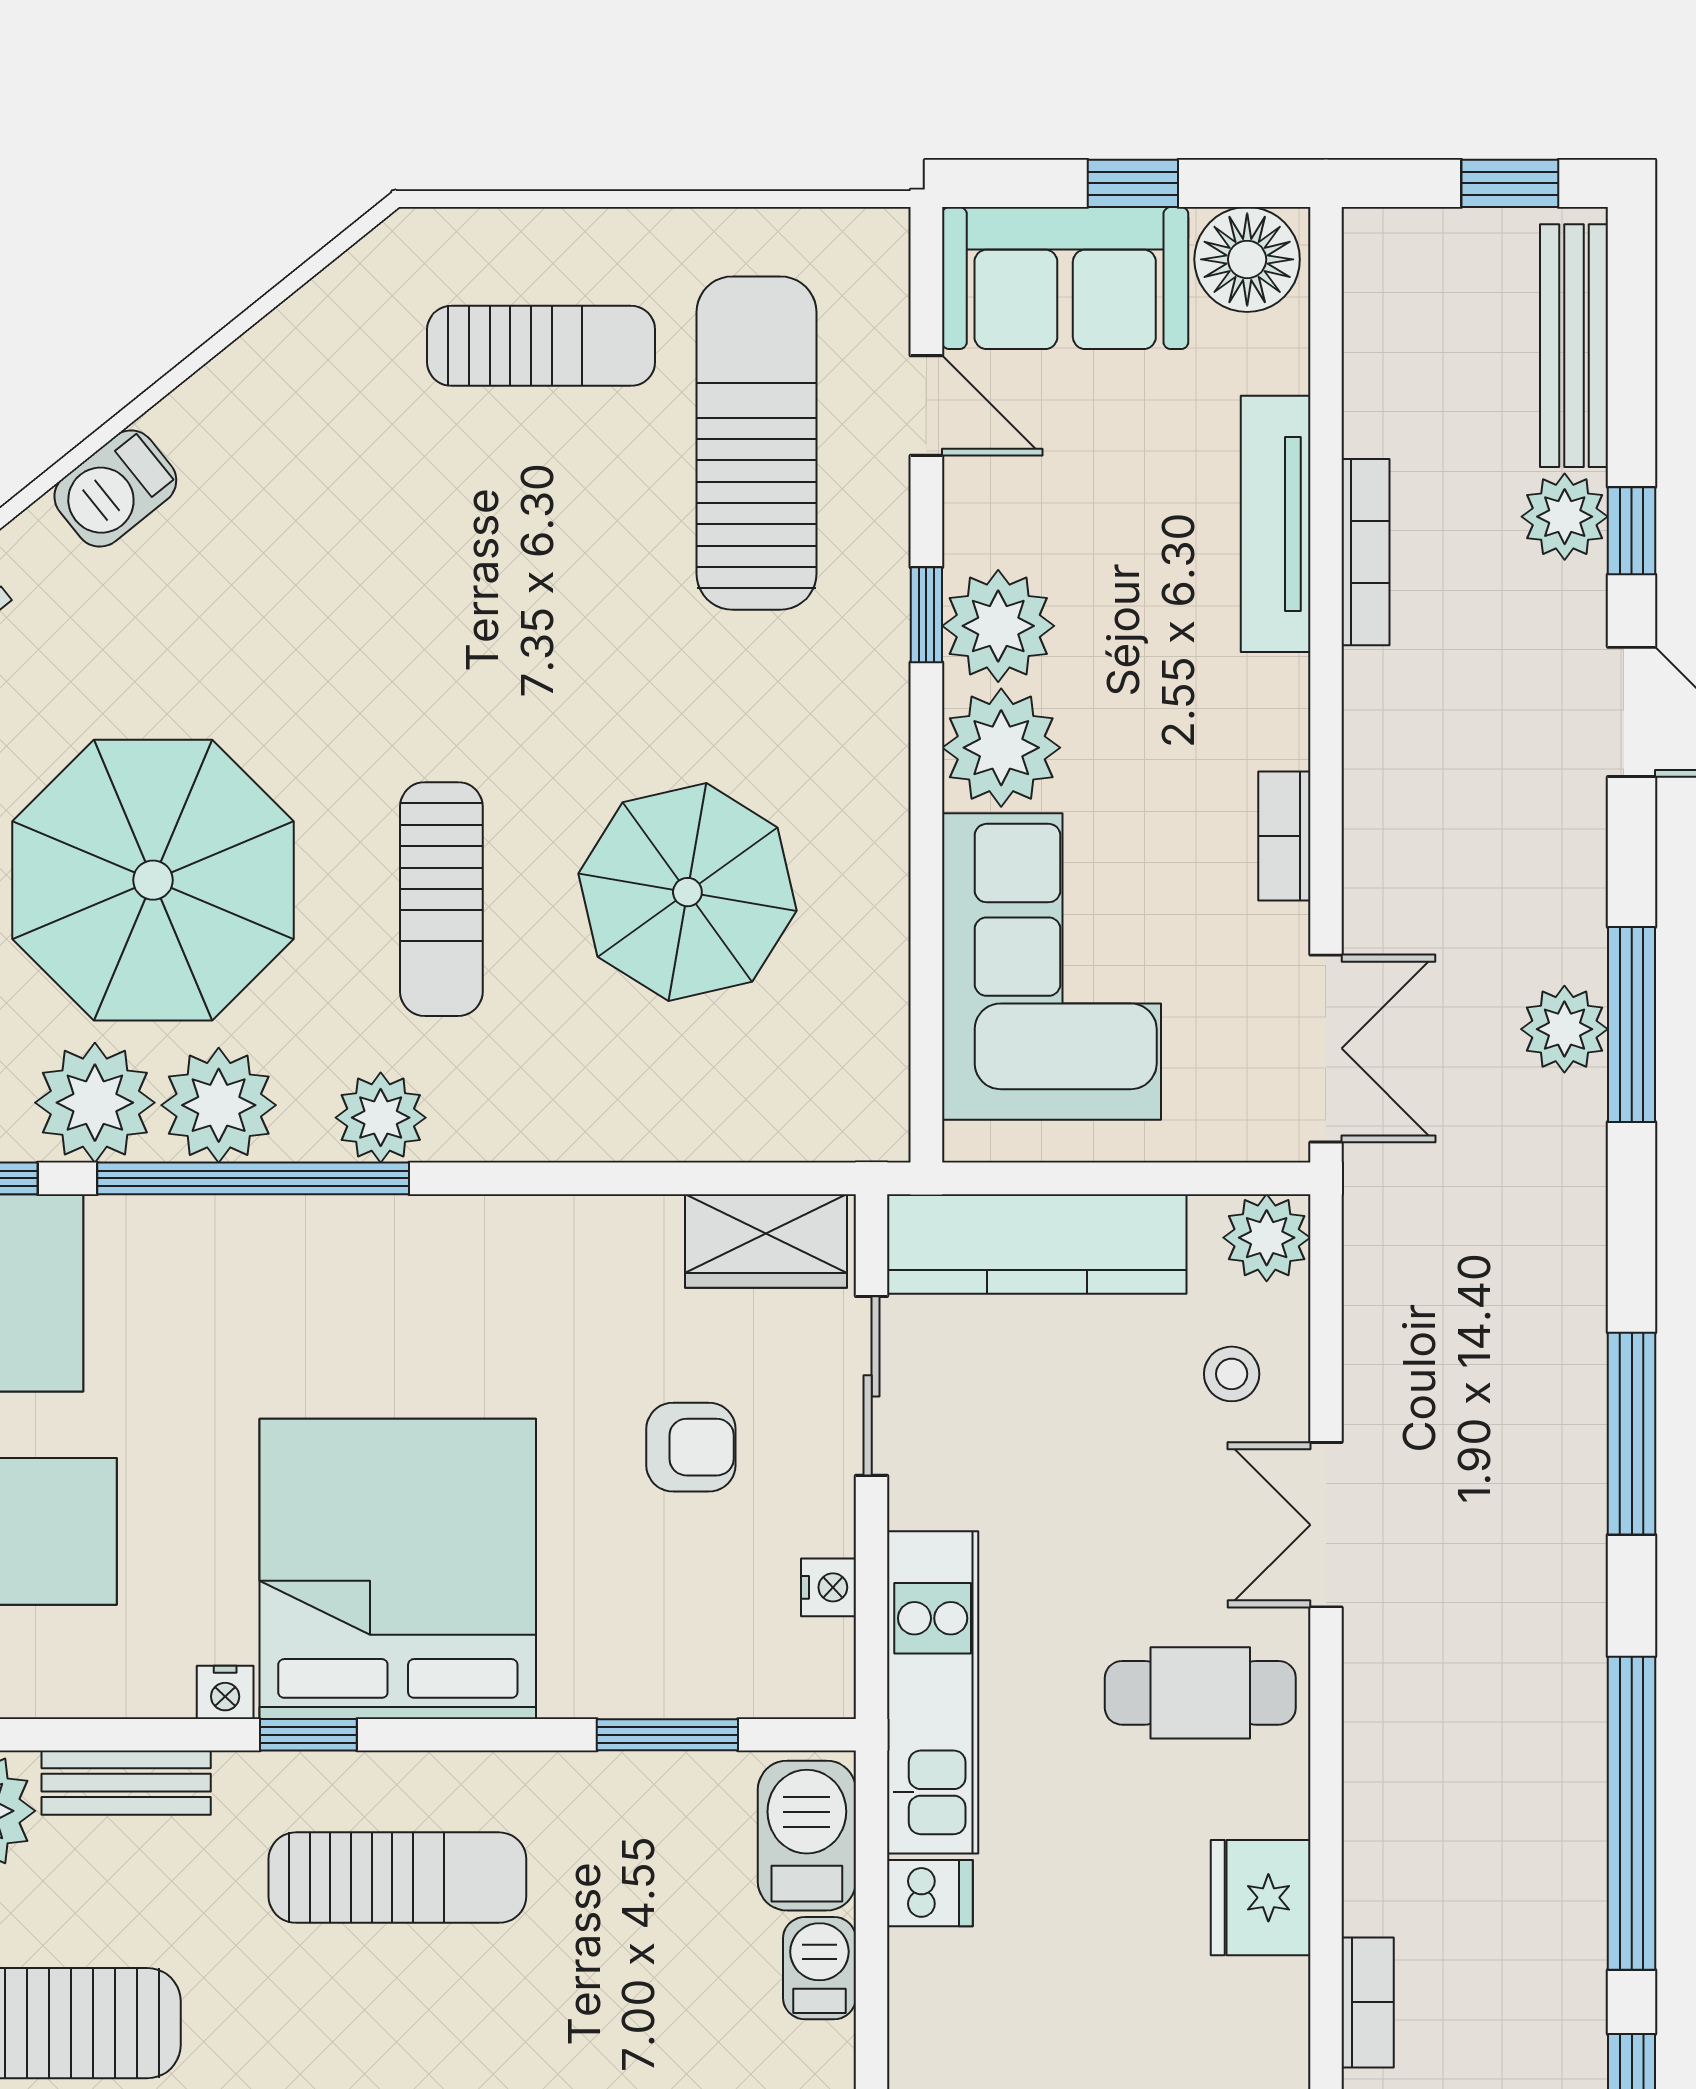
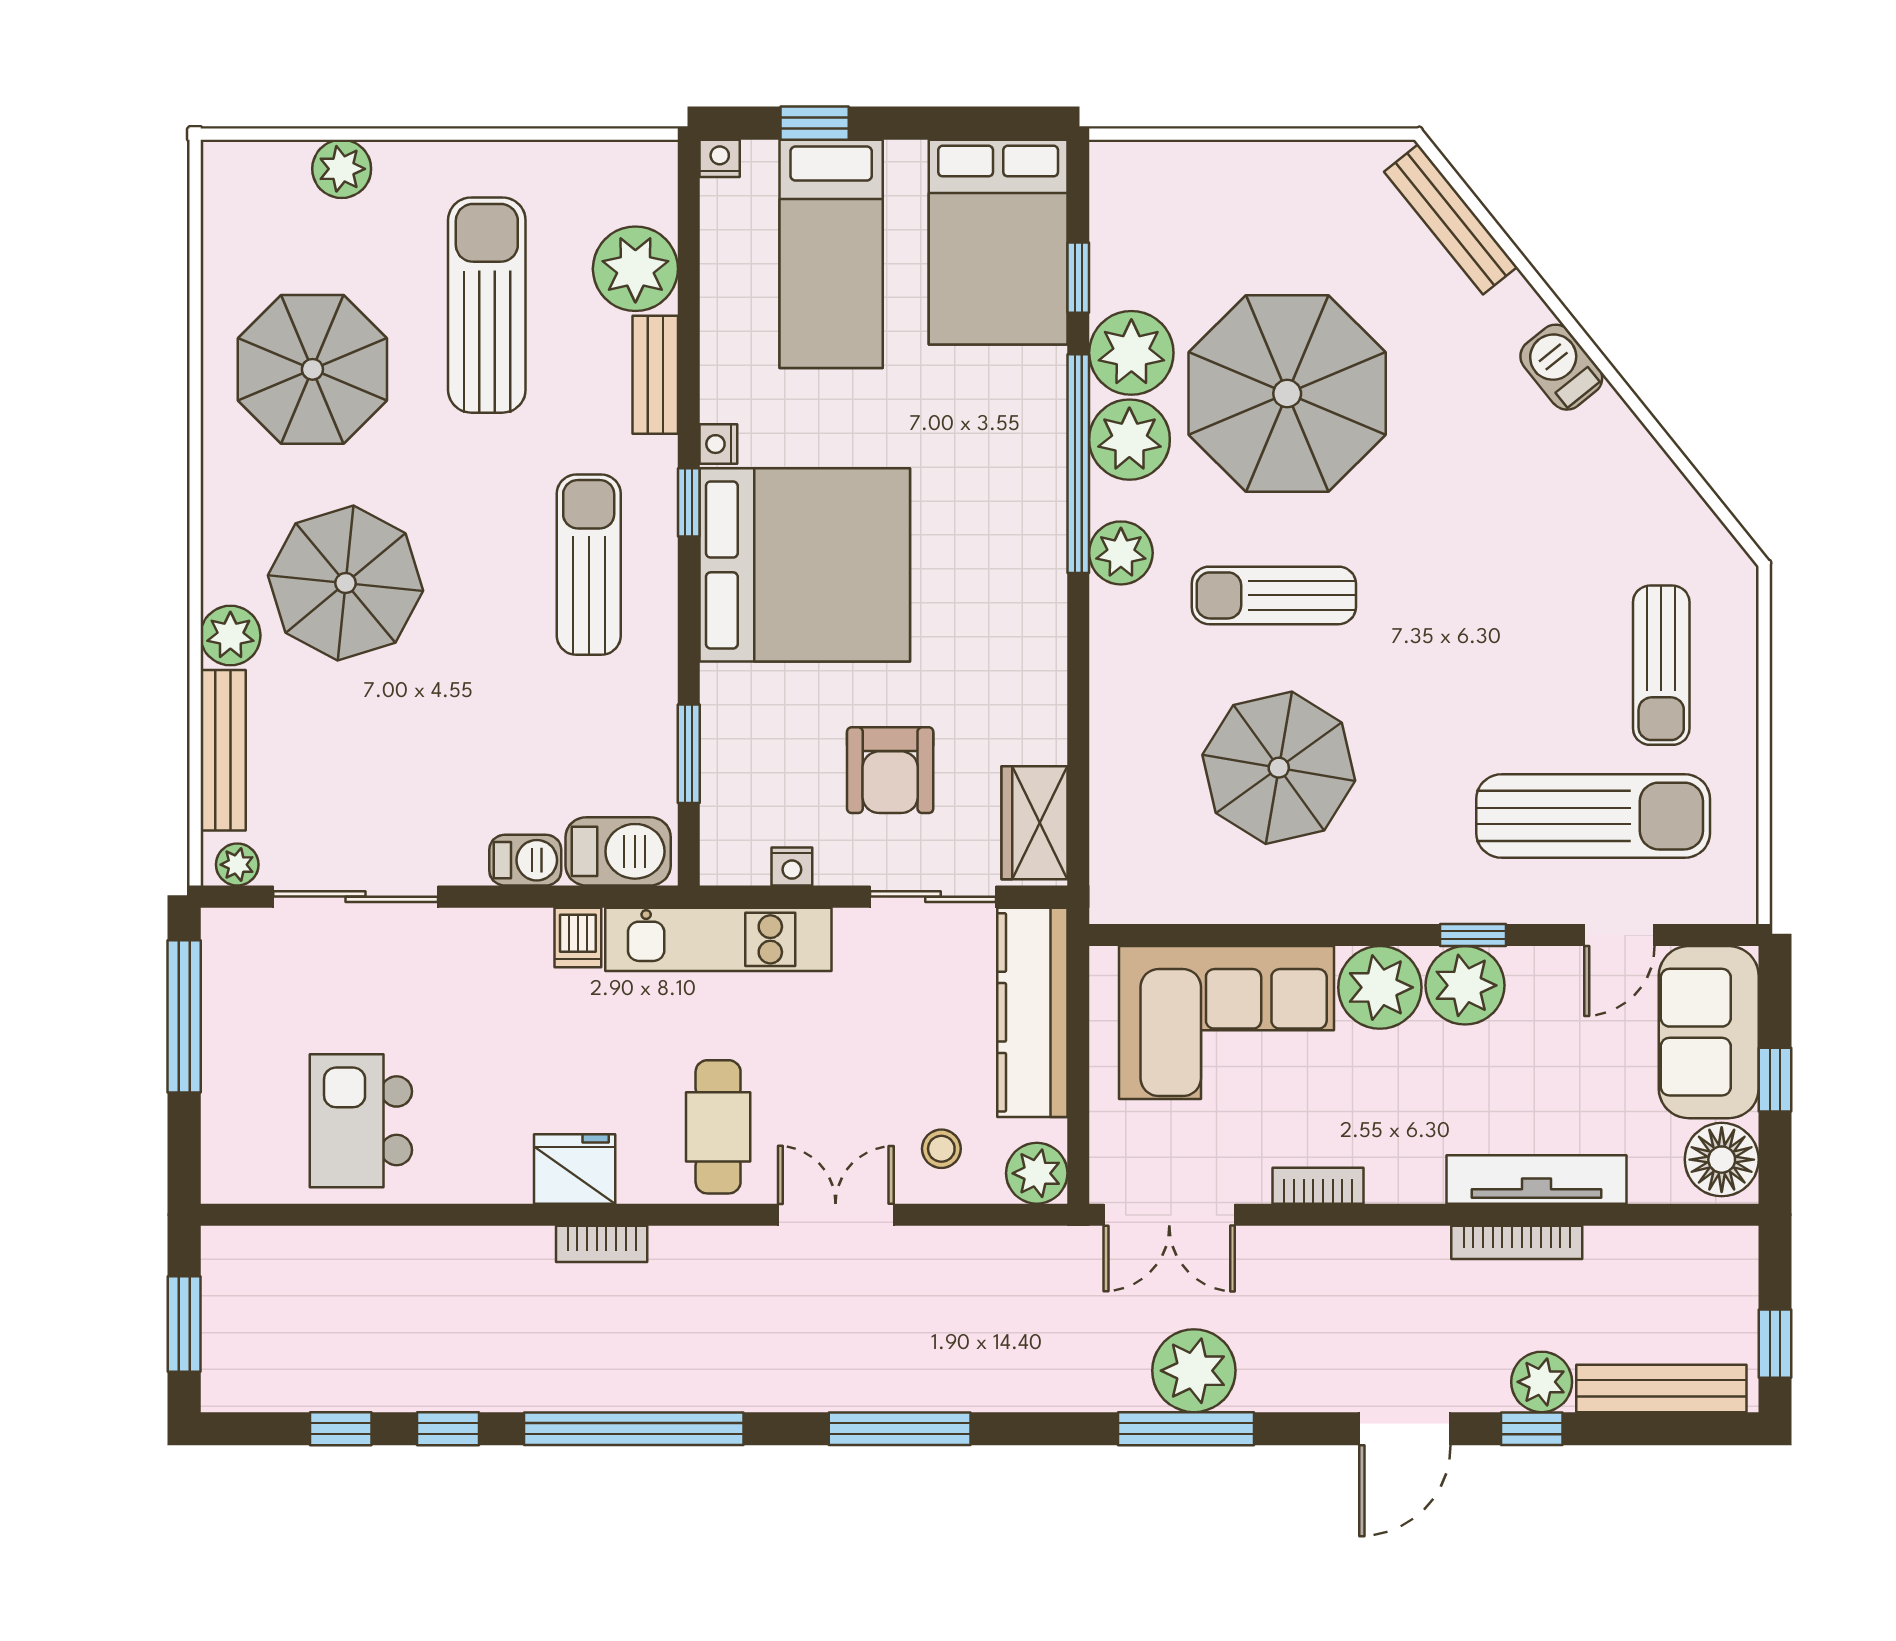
plant: (1564, 1029) -> (1194, 1371), width x1.36, depth x1.36
armchair: (691, 1447) -> (890, 770), width x1.38, depth x1.38
sun lounger: (397, 1878) -> (589, 565), turned 180
bookcase: (1368, 2002) -> (602, 1244), moved

